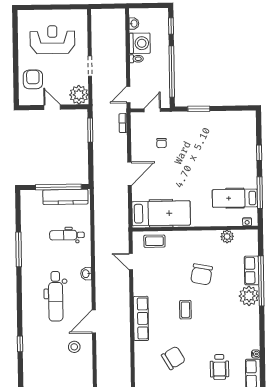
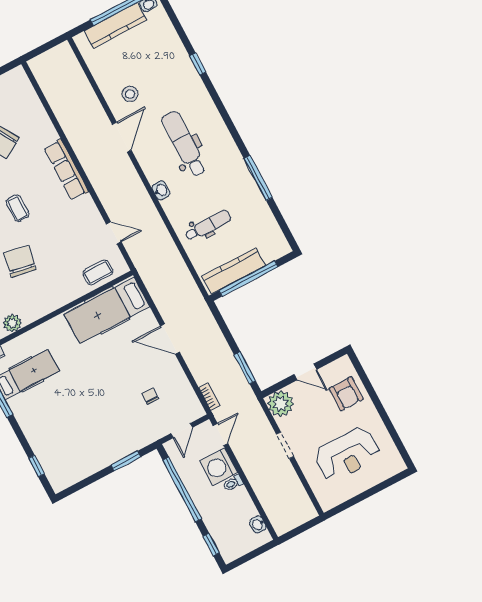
washing machine: (140, 43) -> (219, 467), moved
window: (259, 153) -> (36, 466), moved
door: (130, 174) -> (170, 339), hinge flipped

